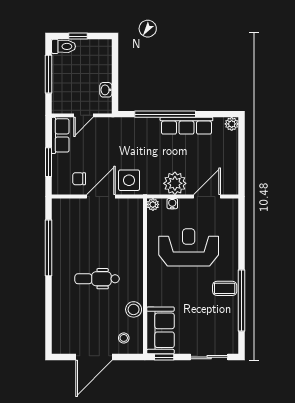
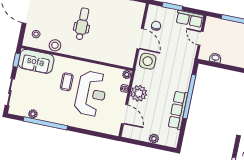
plant: (232, 124) -> (154, 139), moved
coffee table: (225, 288) -> (67, 82), moved
plant: (232, 320) -> (33, 114), added

